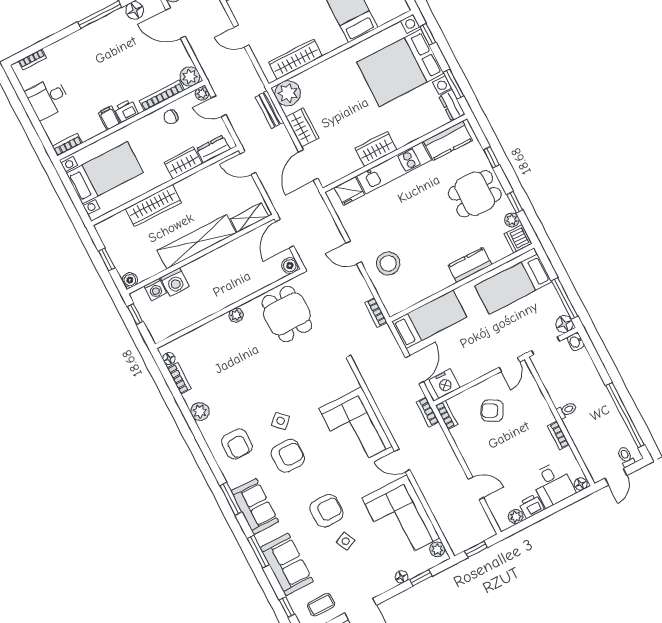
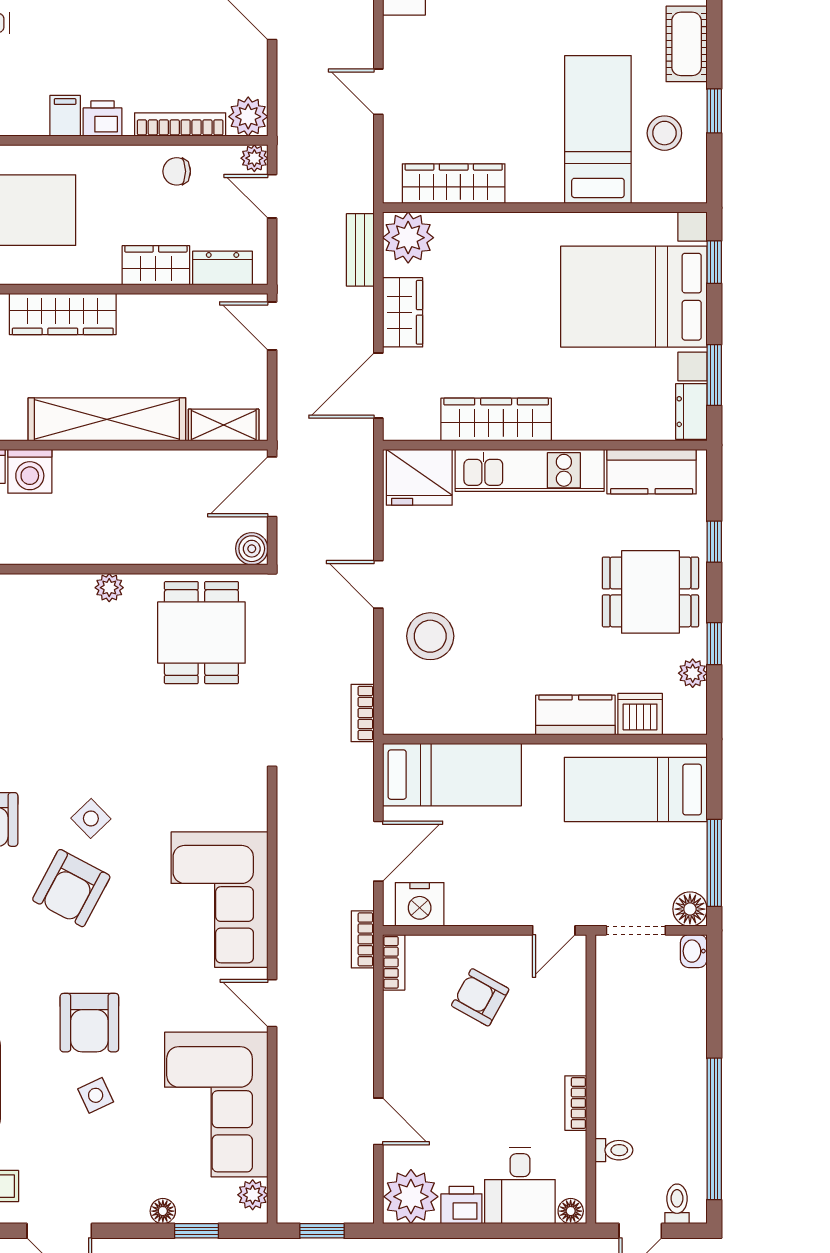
wardrobe: (376, 149) -> (496, 419), width x1.50
fridge: (349, 191) -> (419, 477), width x1.36, depth x1.34
dishwasher: (518, 239) -> (640, 714), moved, turned 90
toilet: (567, 410) -> (614, 1150), moved
armchair: (288, 456) -> (71, 888), turned 118
armchair: (326, 511) -> (89, 1023), turned 90
plant: (516, 517) -> (411, 1197), width x1.87, depth x1.87

